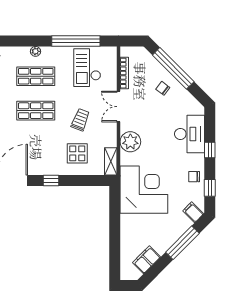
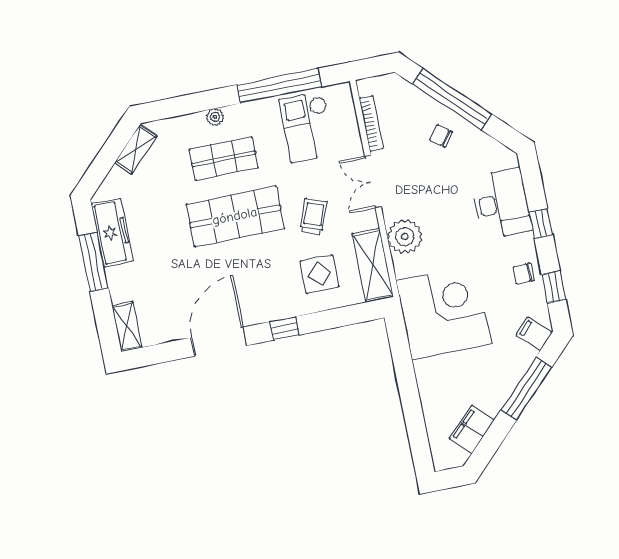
shop shelf: (36, 111) -> (235, 216), width x1.43, depth x1.36
shelving: (111, 161) -> (373, 265), width x1.50, depth x1.33

